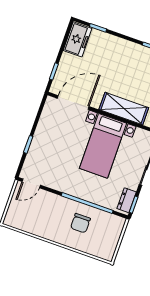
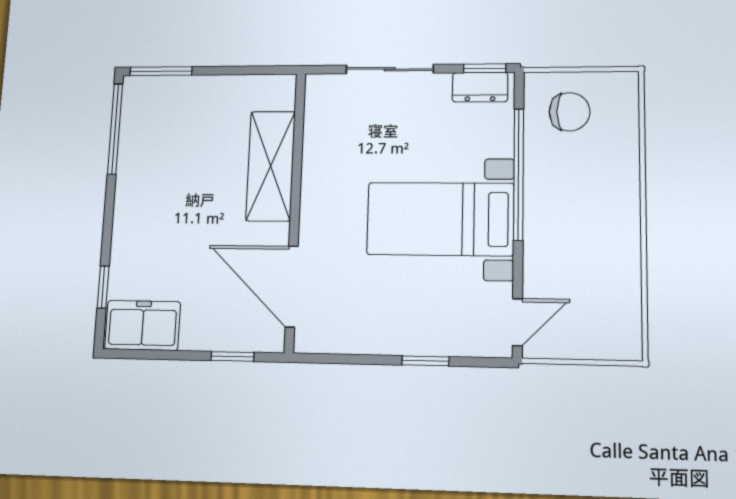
bed with nightstands: (103, 146) -> (440, 219), moved, turned 180
door: (31, 183) -> (518, 322), hinge flipped
chair: (80, 223) -> (570, 112), moved

